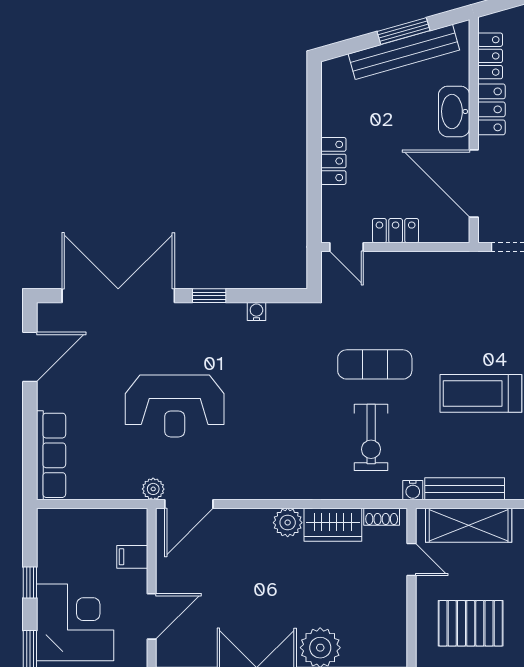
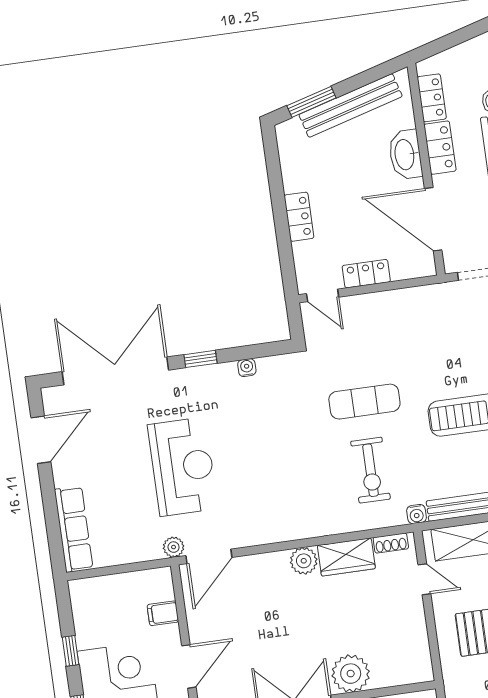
window: (404, 31) -> (311, 102), moved
reception desk: (175, 406) -> (183, 467), turned -90

